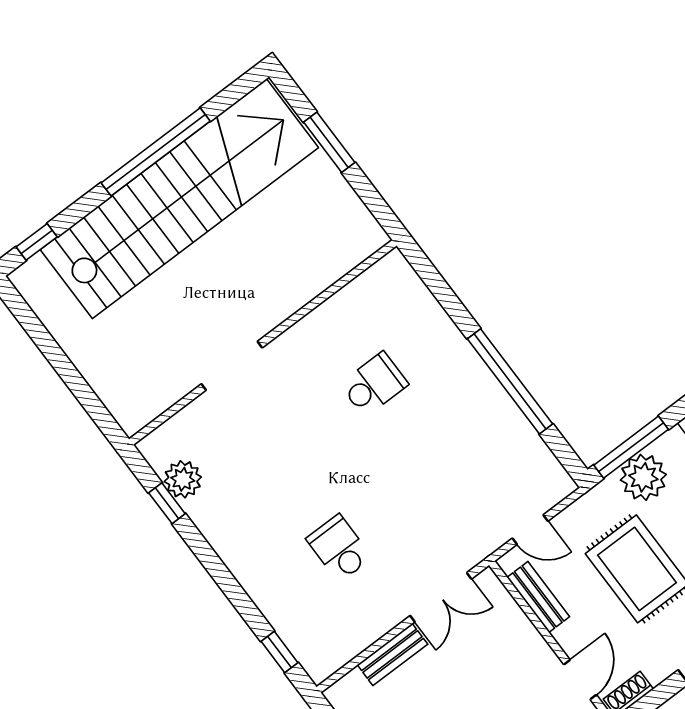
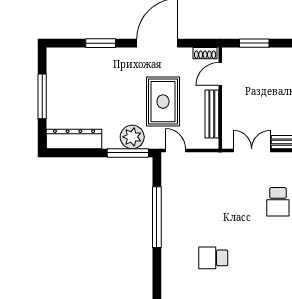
door: (530, 530) -> (175, 150), moved
bench: (538, 597) -> (212, 114), width x1.36

